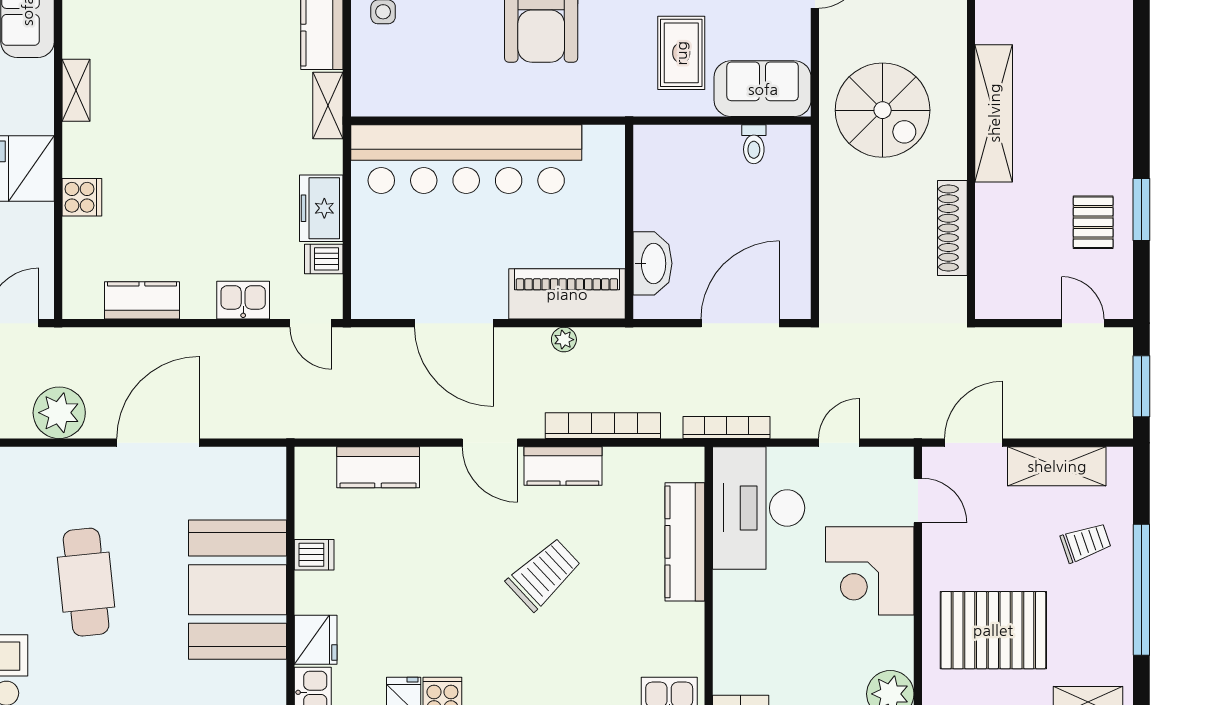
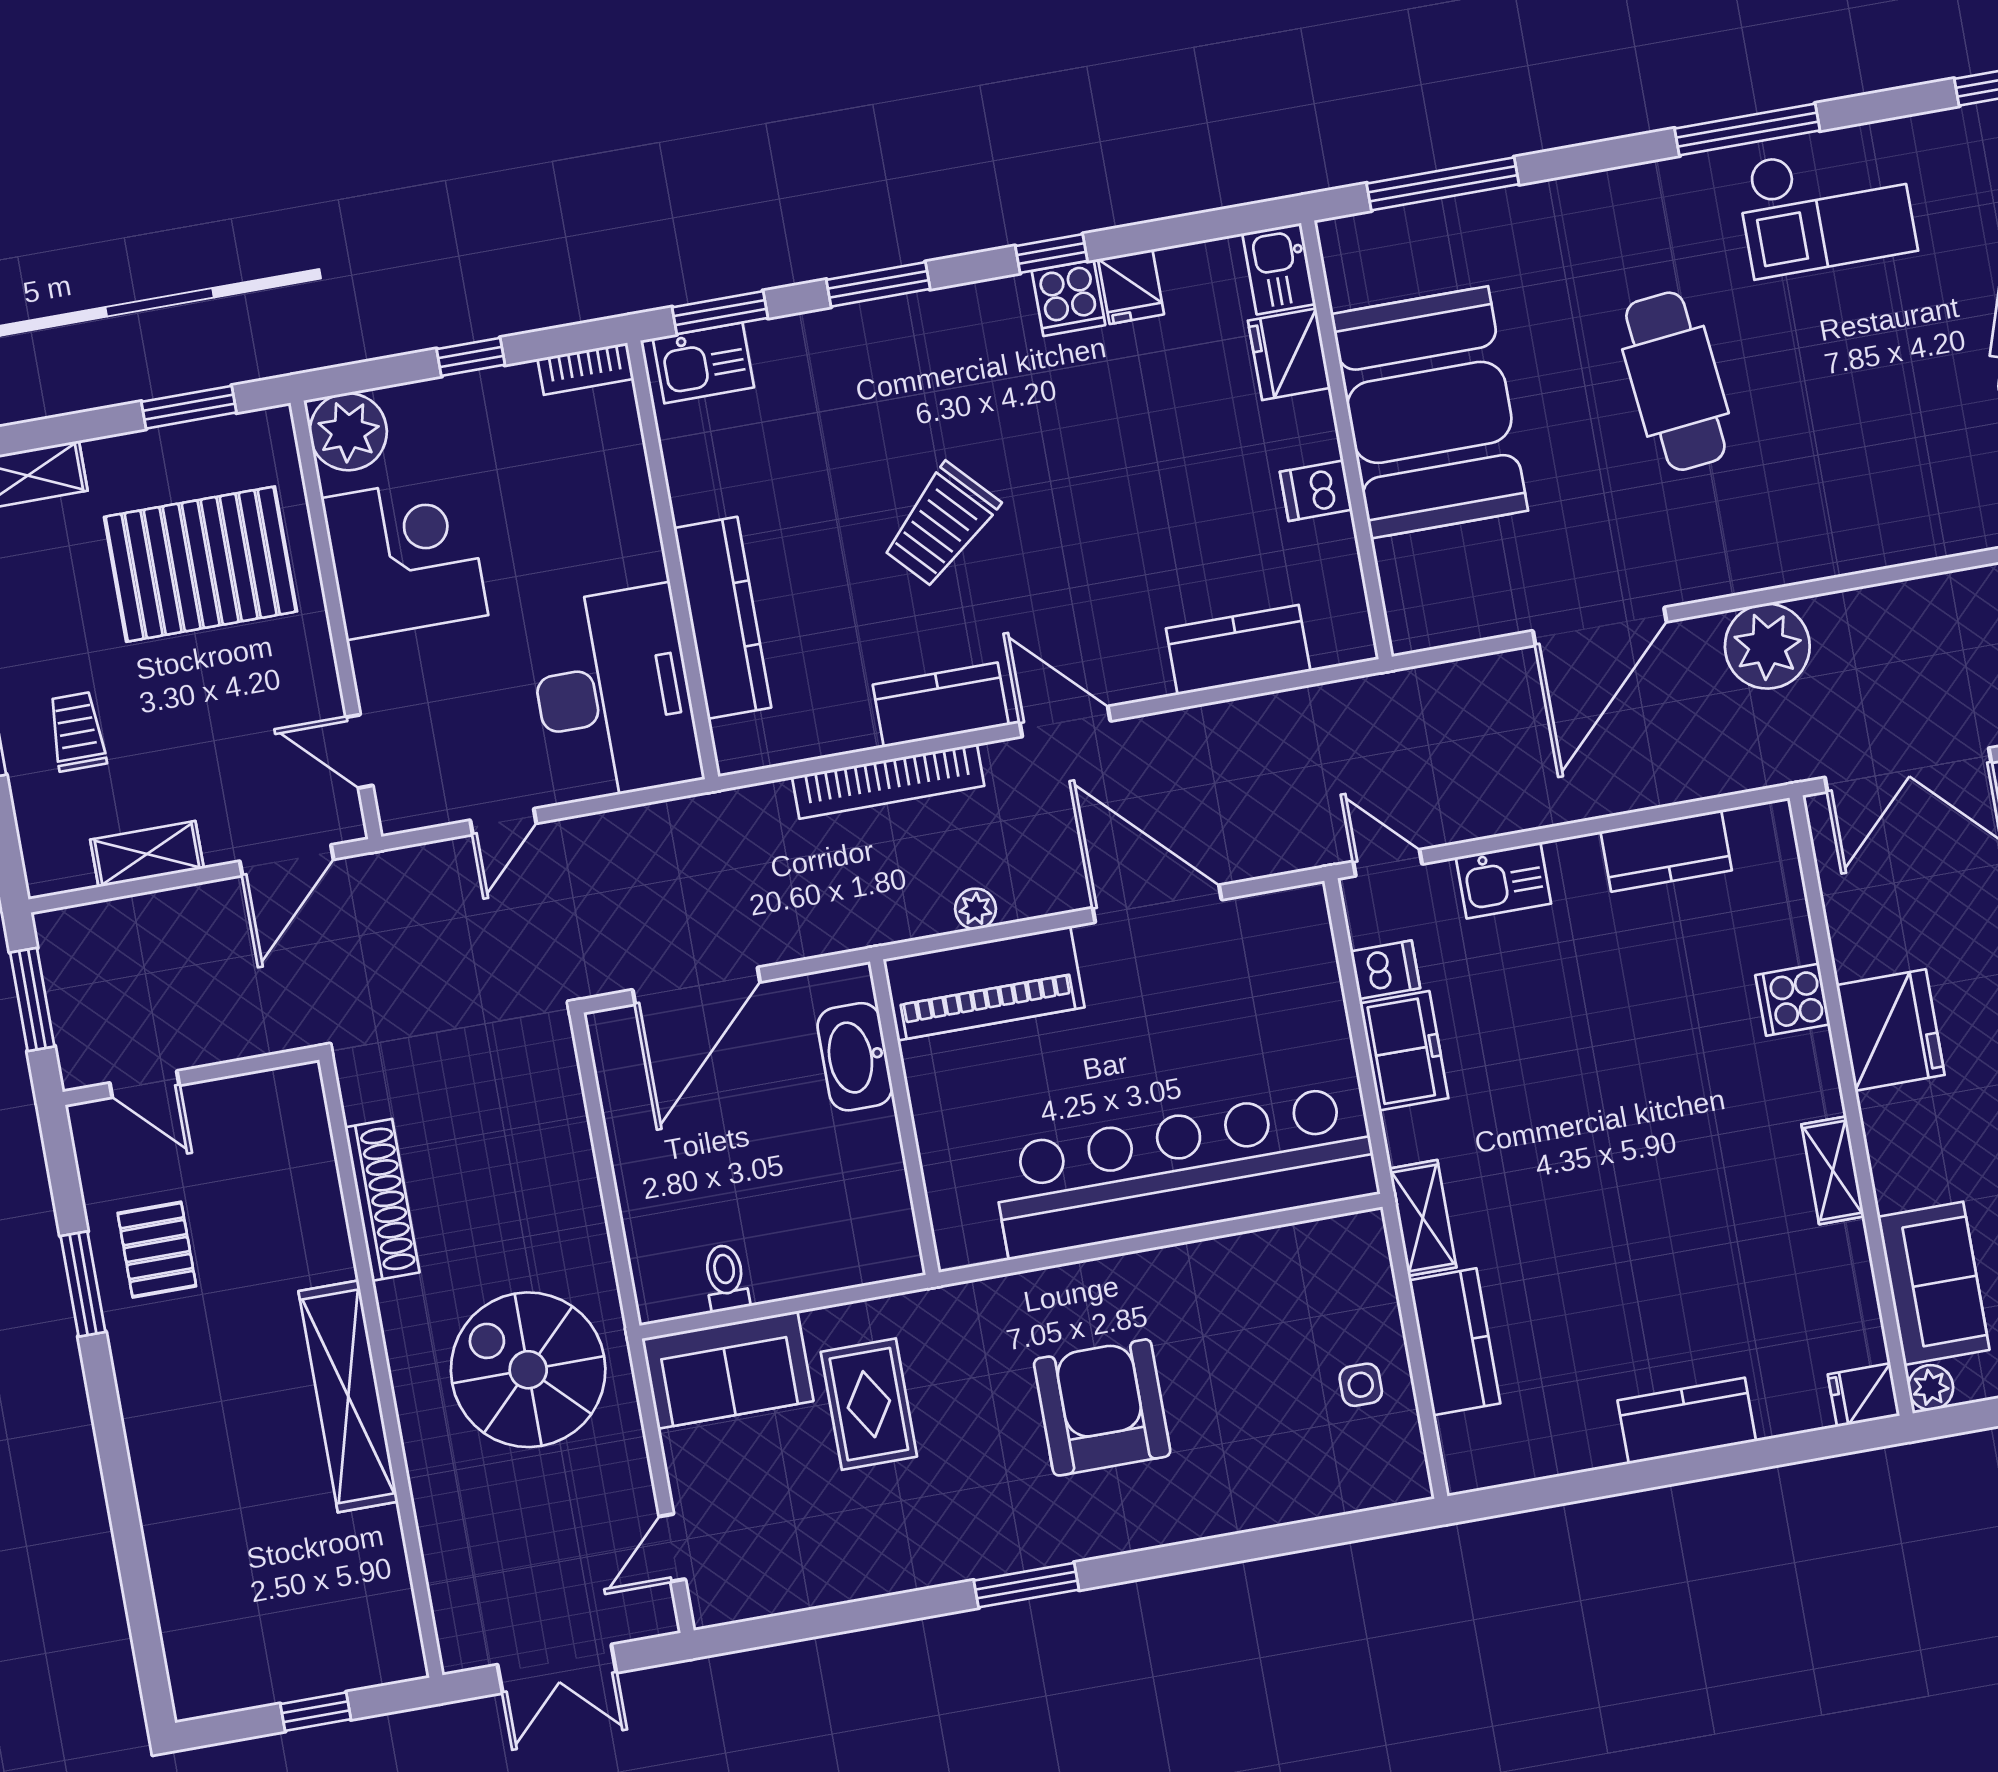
bookcase: (727, 428) -> (688, 814), removed
shelving: (1057, 466) -> (147, 854), width x0.67, depth x0.75
trolley: (1086, 543) -> (77, 732), turned 109
corner desk: (870, 571) -> (405, 557), moved

